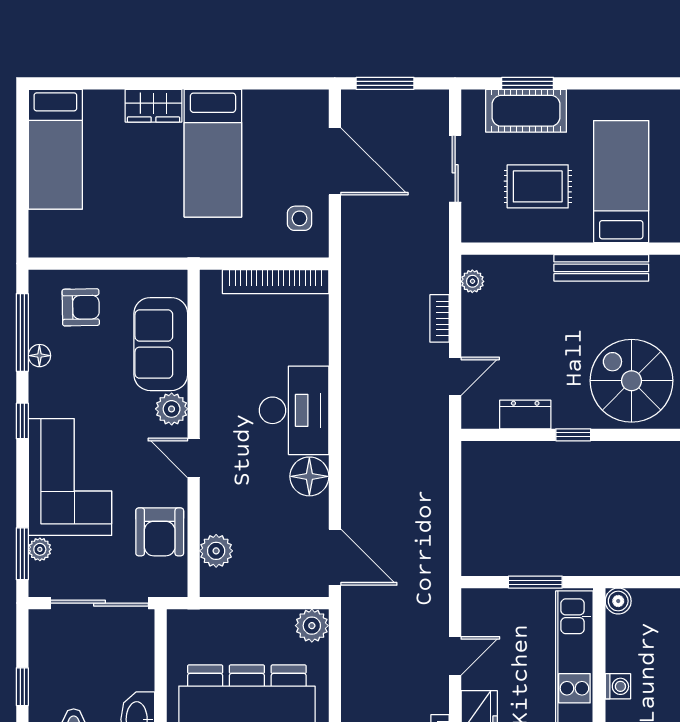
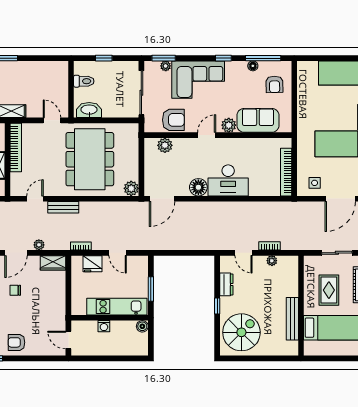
plant: (472, 281) -> (272, 261), moved
armchair: (160, 532) -> (173, 120), turned 180

